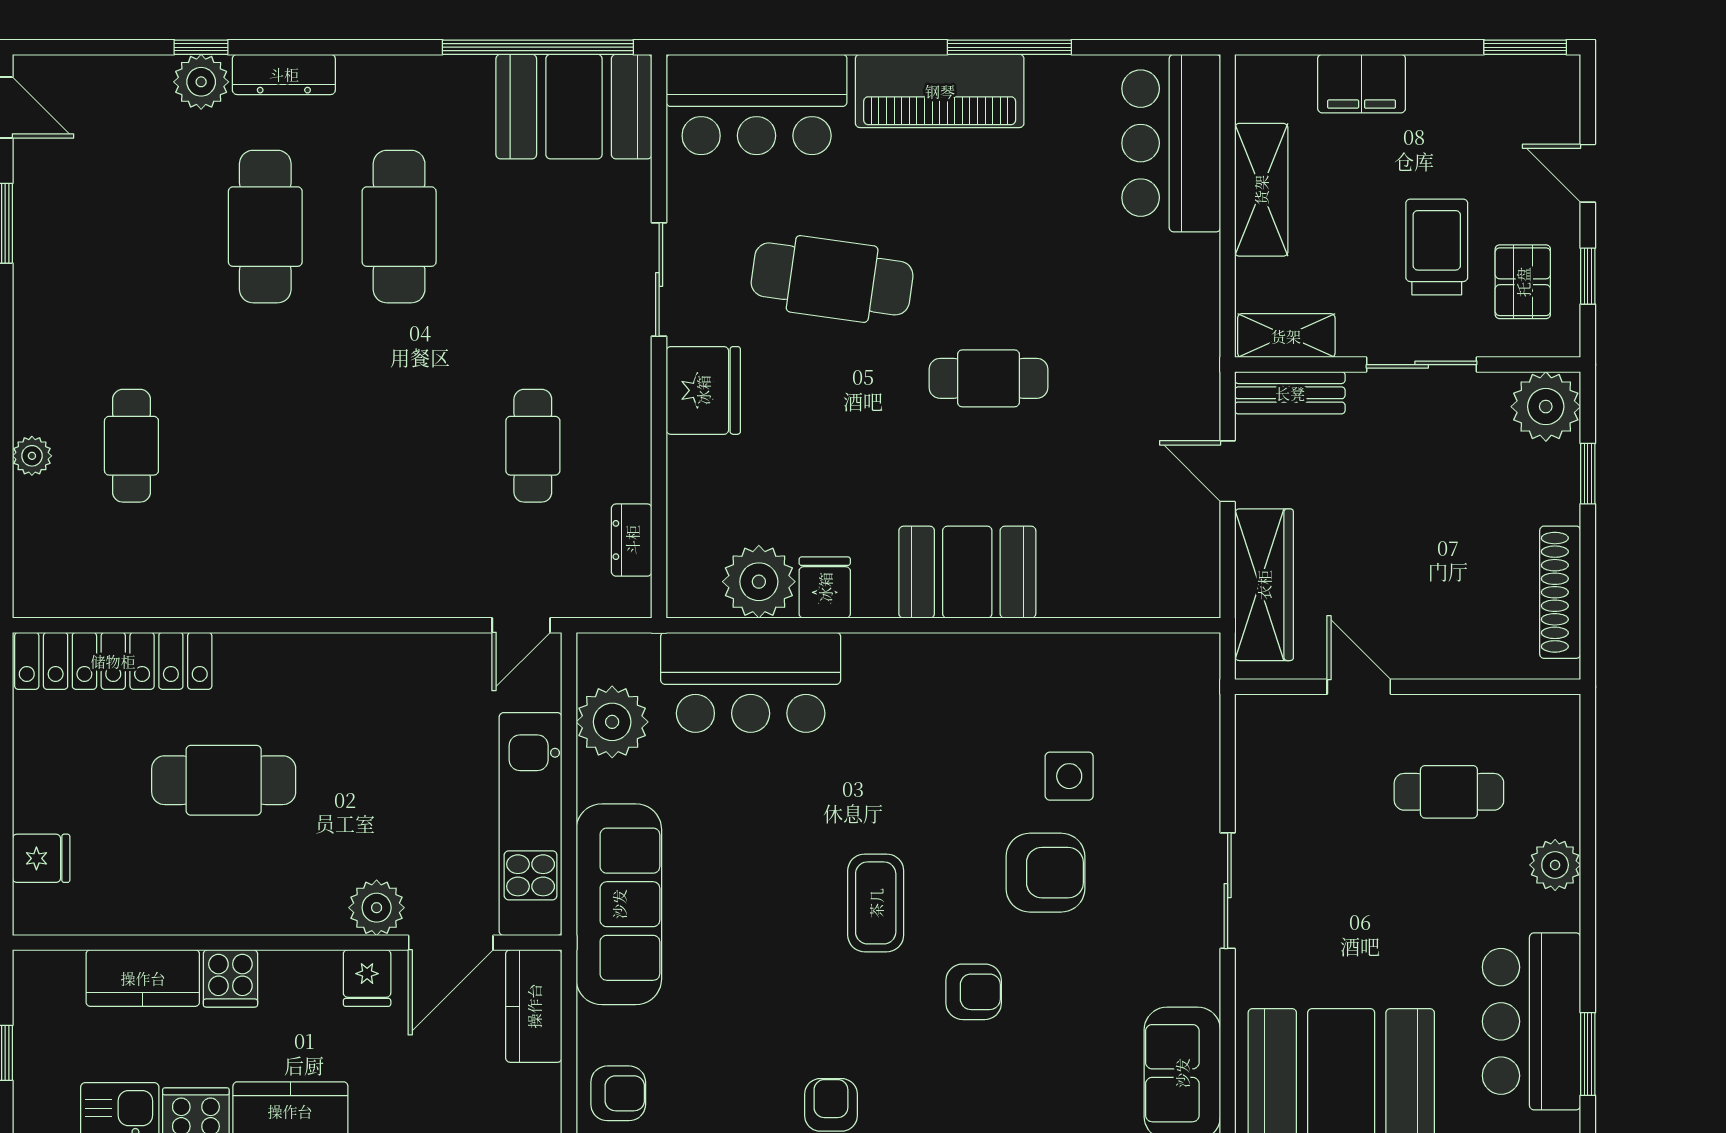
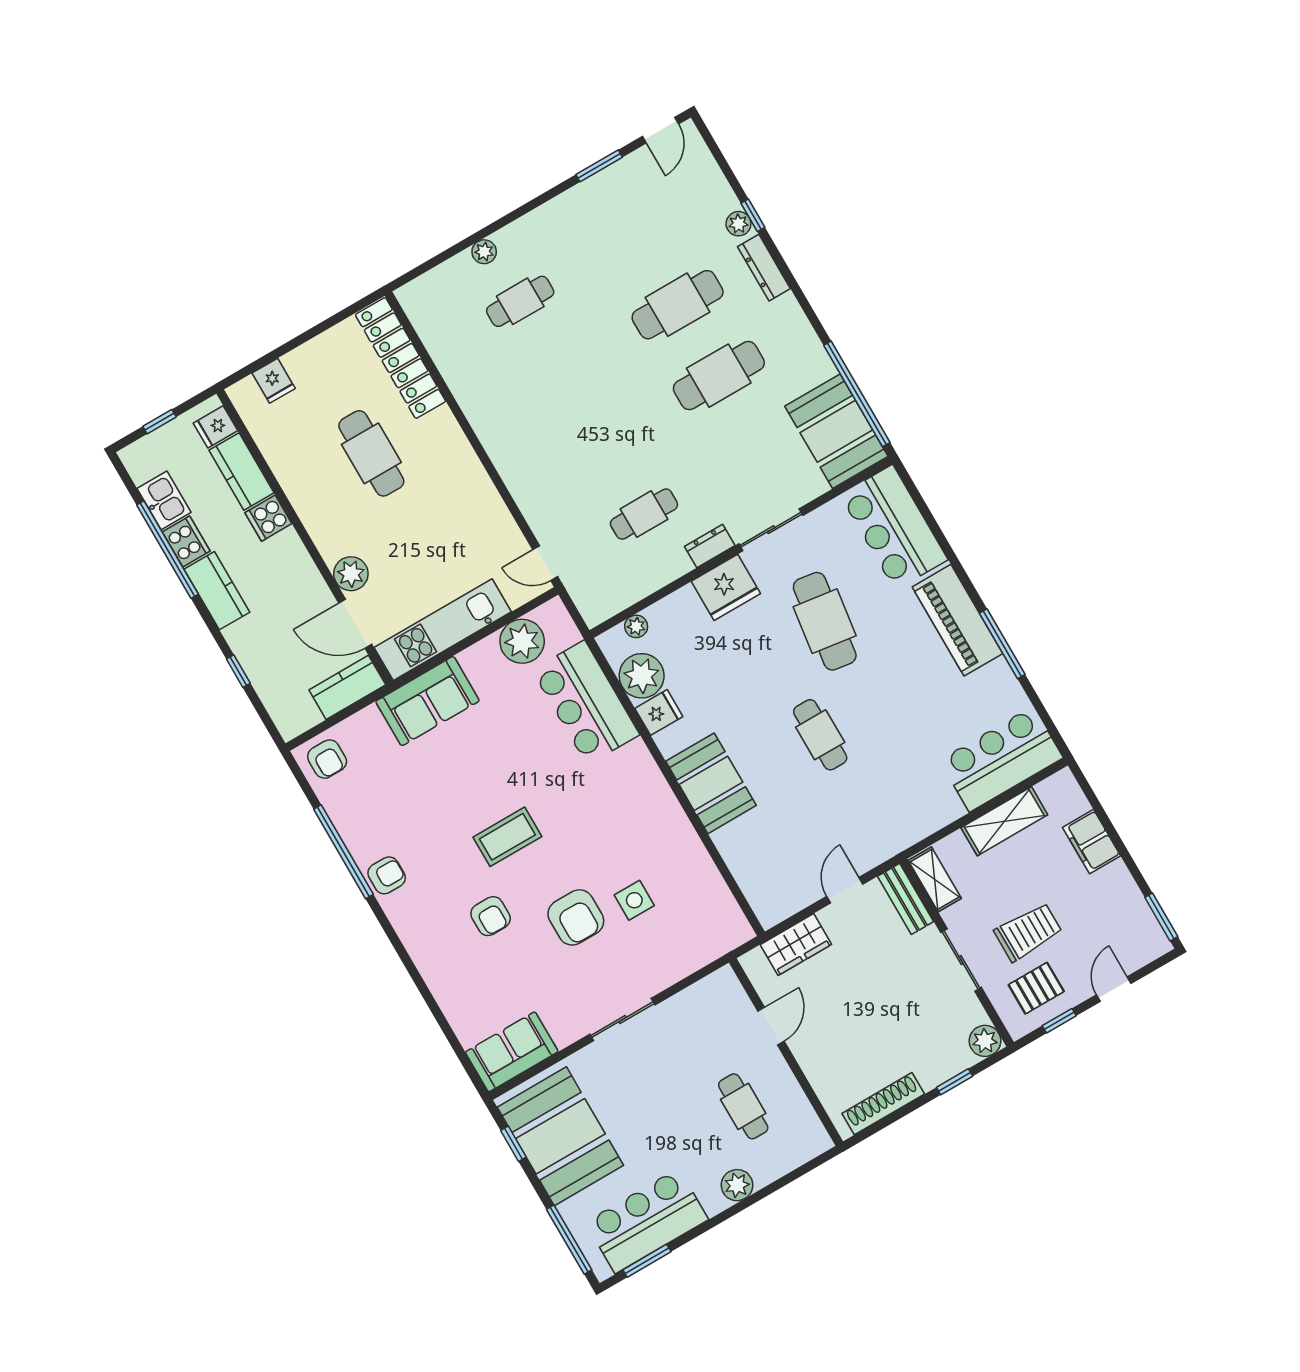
plant: (201, 82) -> (738, 224), width x0.73, depth x0.73
plant: (1546, 407) -> (985, 1041), width x0.73, depth x0.73
dresser: (632, 540) -> (710, 546), moved
plant: (685, 549) -> (636, 626), added
wardrobe: (1264, 585) -> (796, 944), width x0.67
sofa: (619, 904) -> (427, 701), width x0.73
fridge: (367, 978) -> (216, 427), moved

